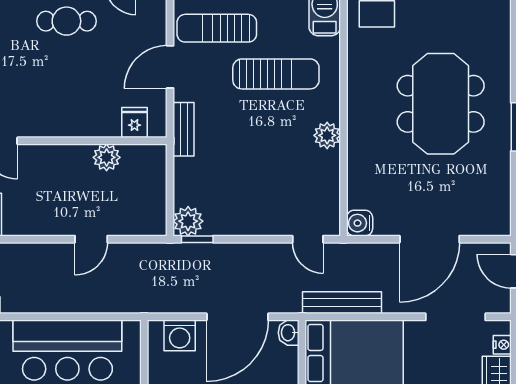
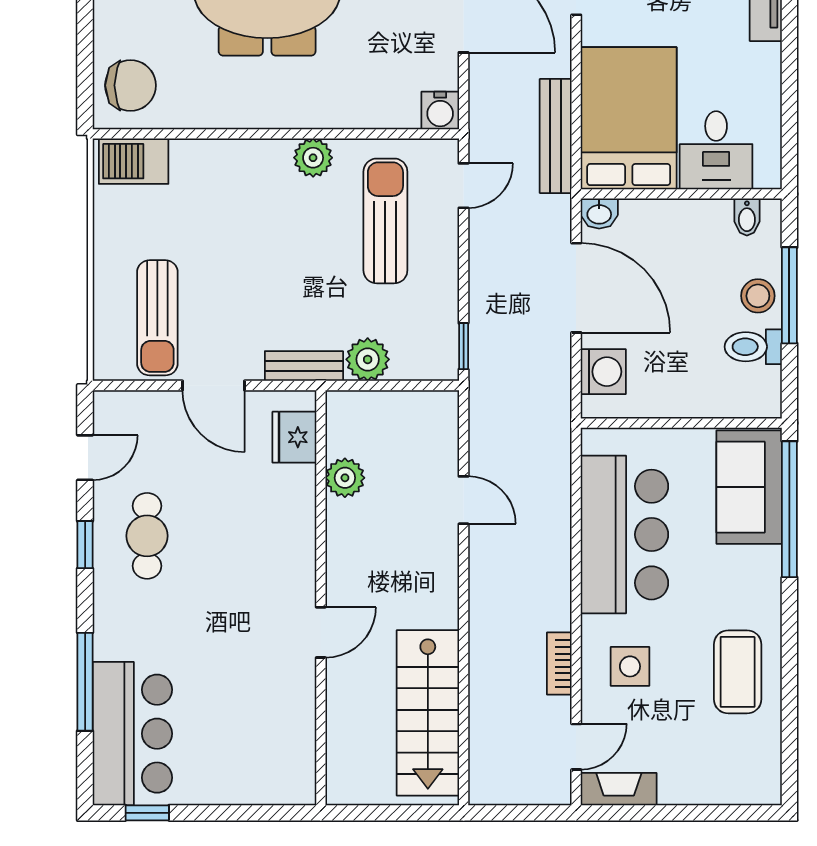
sun lounger: (276, 74) -> (385, 221), moved
fridge: (134, 123) -> (294, 437), width x1.38
plant: (188, 221) -> (368, 359), moved

